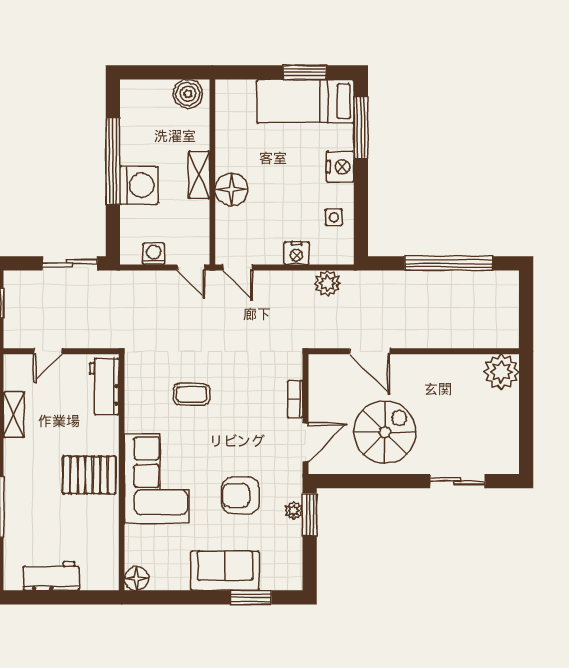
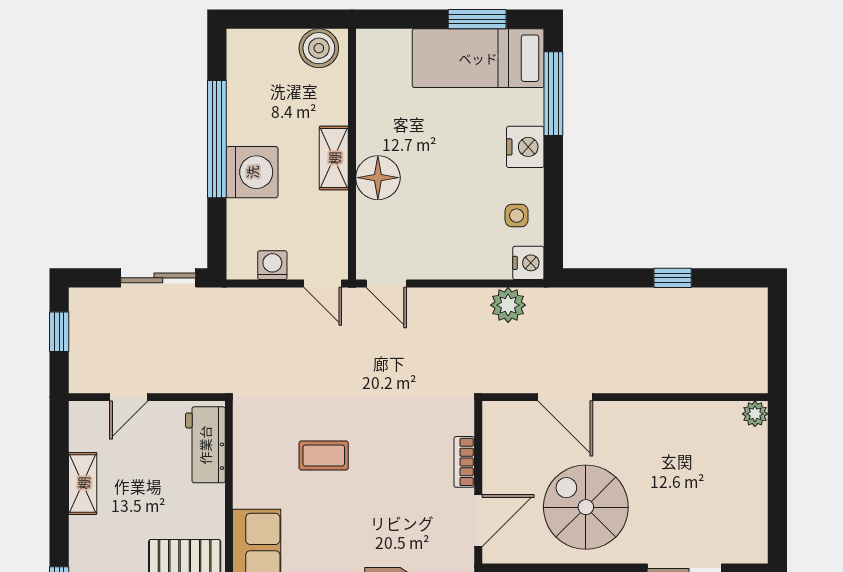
nightstand: (296, 253) -> (528, 263), moved, turned -90
window: (449, 263) -> (673, 278), width x0.32
plant: (501, 372) -> (755, 414), width x0.53, depth x0.53
spiral stairs: (385, 432) -> (586, 507), turned -90

